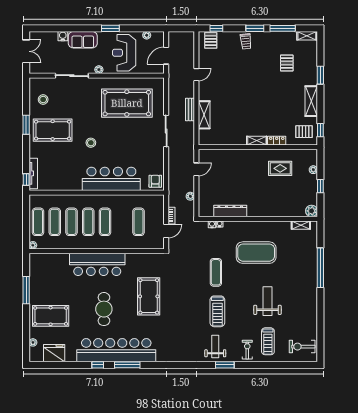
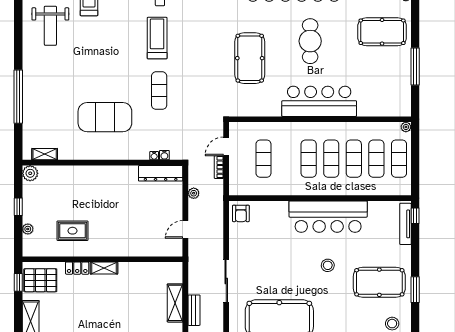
pallet: (304, 132) -> (40, 280), width x1.50, depth x1.42
bar counter: (111, 179) -> (328, 217), moved
dresser: (230, 211) -> (161, 173), moved
weight bench: (267, 301) -> (50, 26), moved

